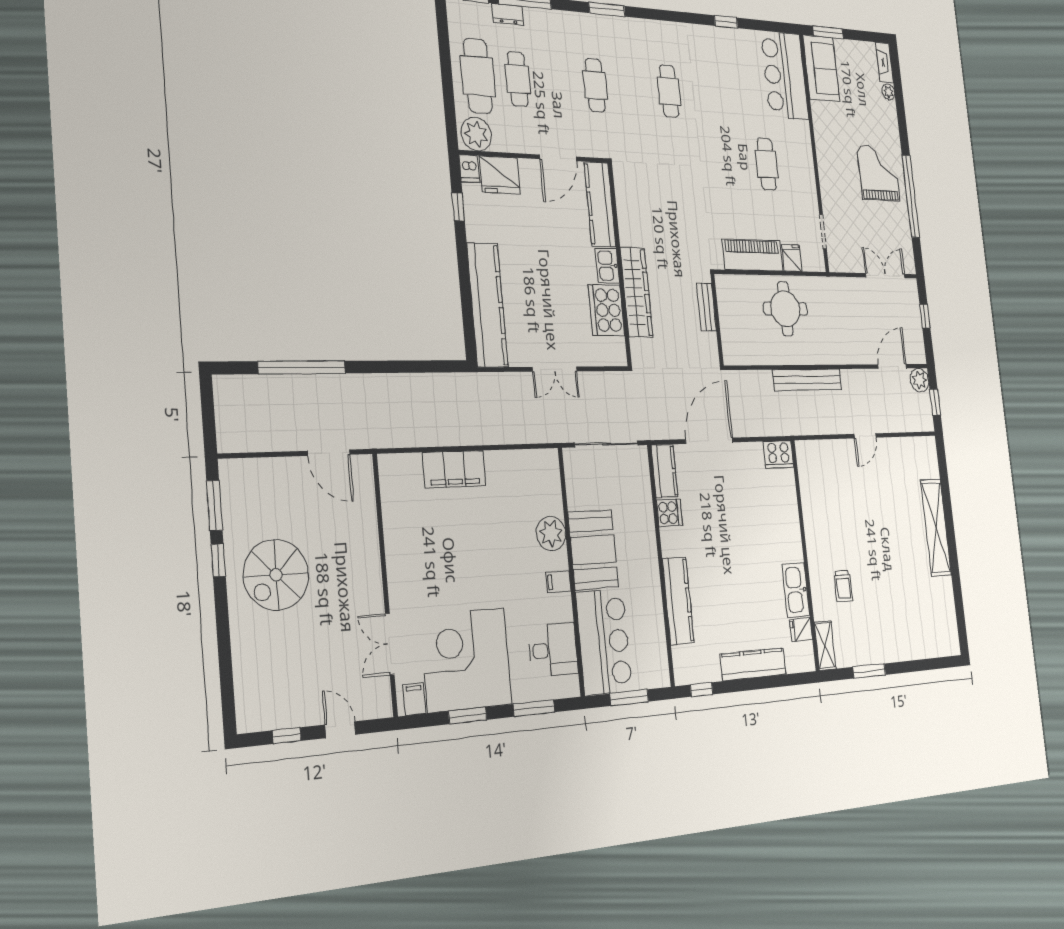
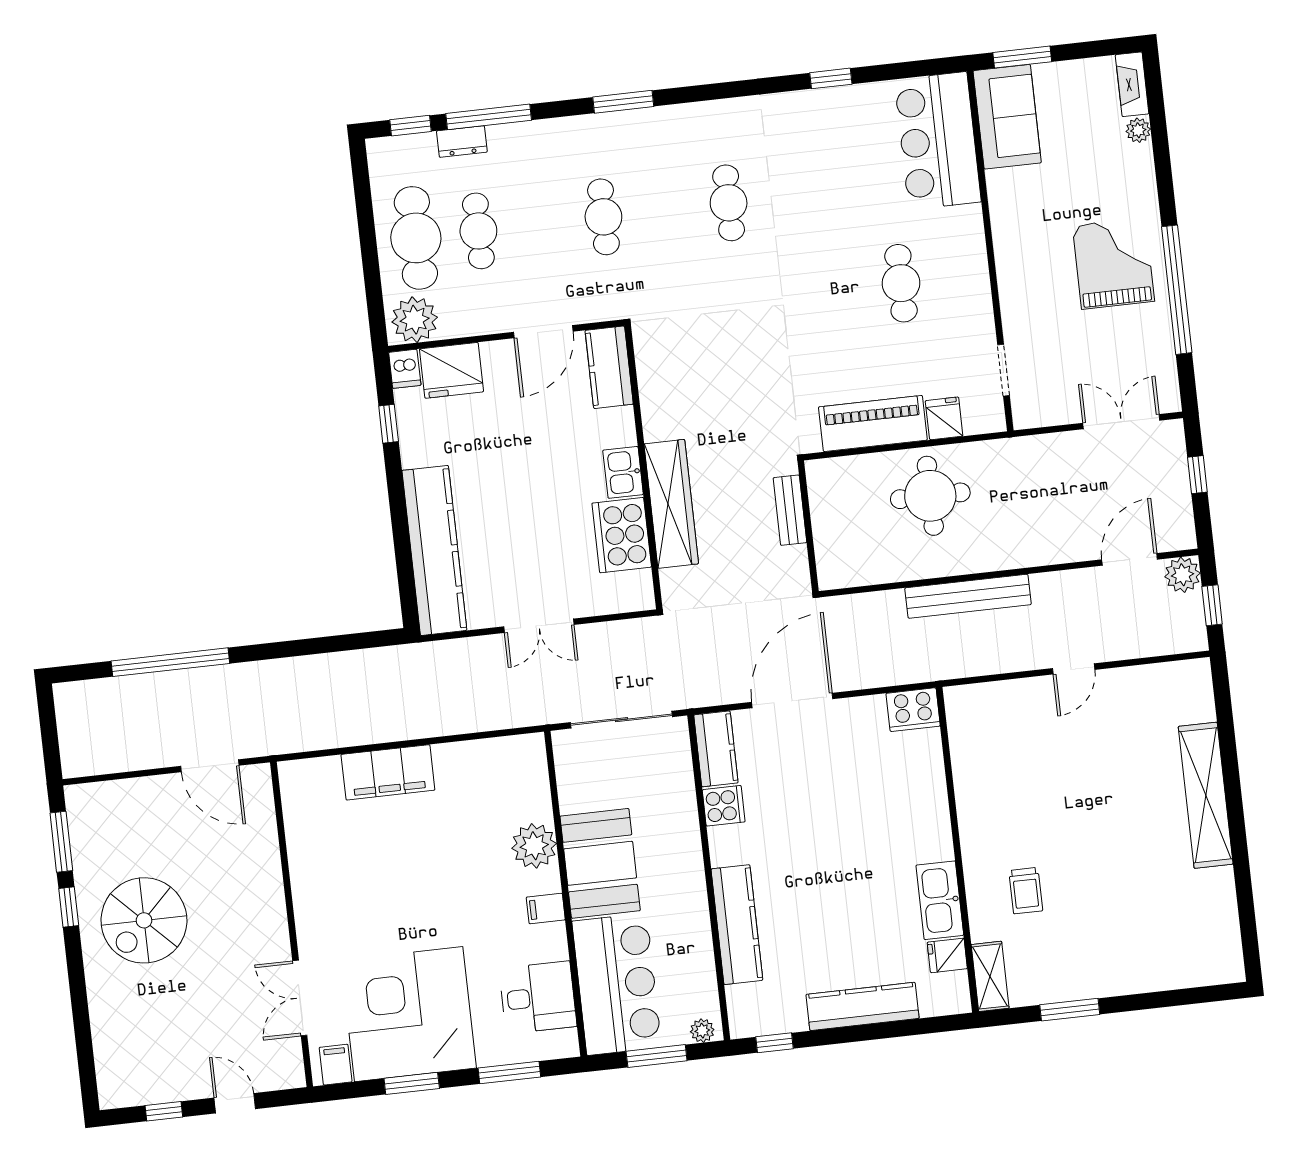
kitchen counter: (600, 204) -> (609, 367), width x0.67
plant: (657, 679) -> (702, 1031), added

